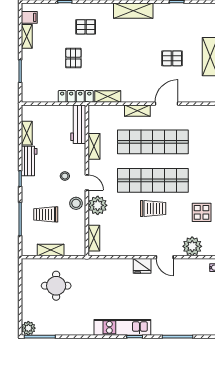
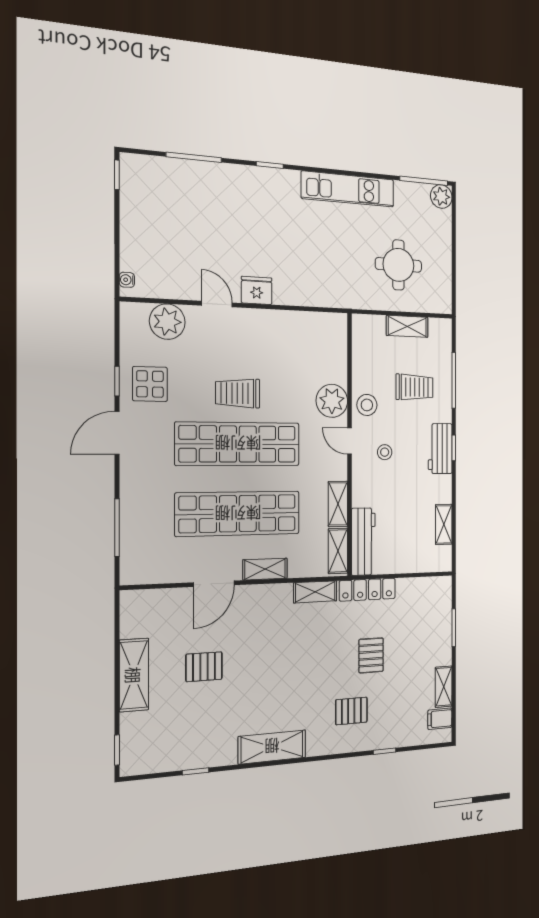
workbench: (29, 161) -> (440, 449), moved
shelving: (94, 238) -> (338, 551), moved
kitchen unit: (122, 327) -> (348, 189), moved

